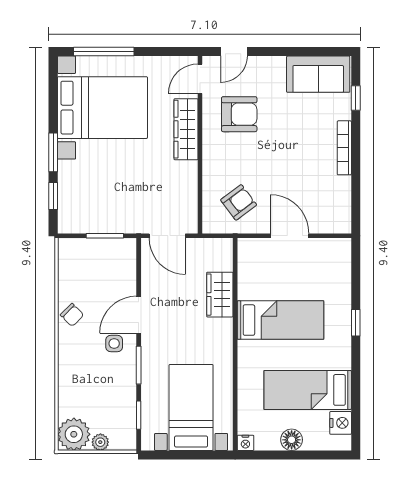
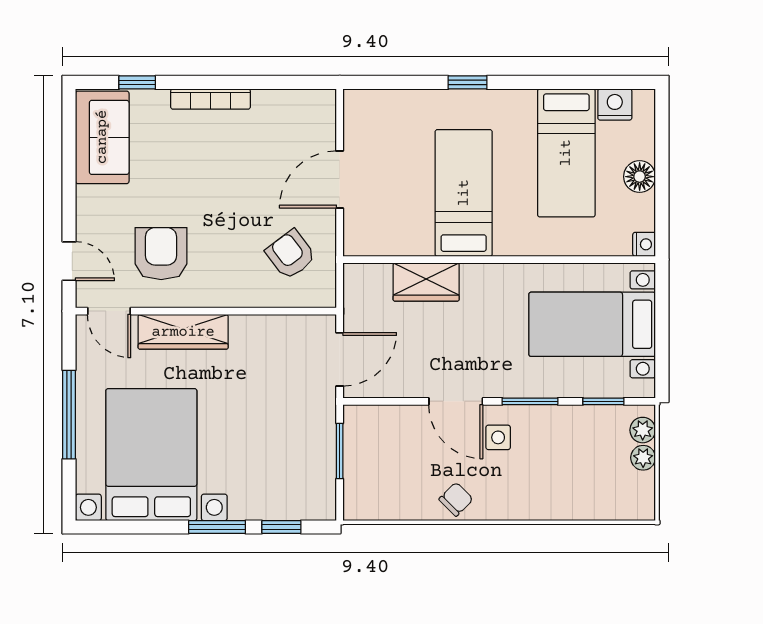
window: (104, 52) -> (69, 415), moved
plant: (74, 434) -> (643, 430), moved, width x0.53, depth x0.53

